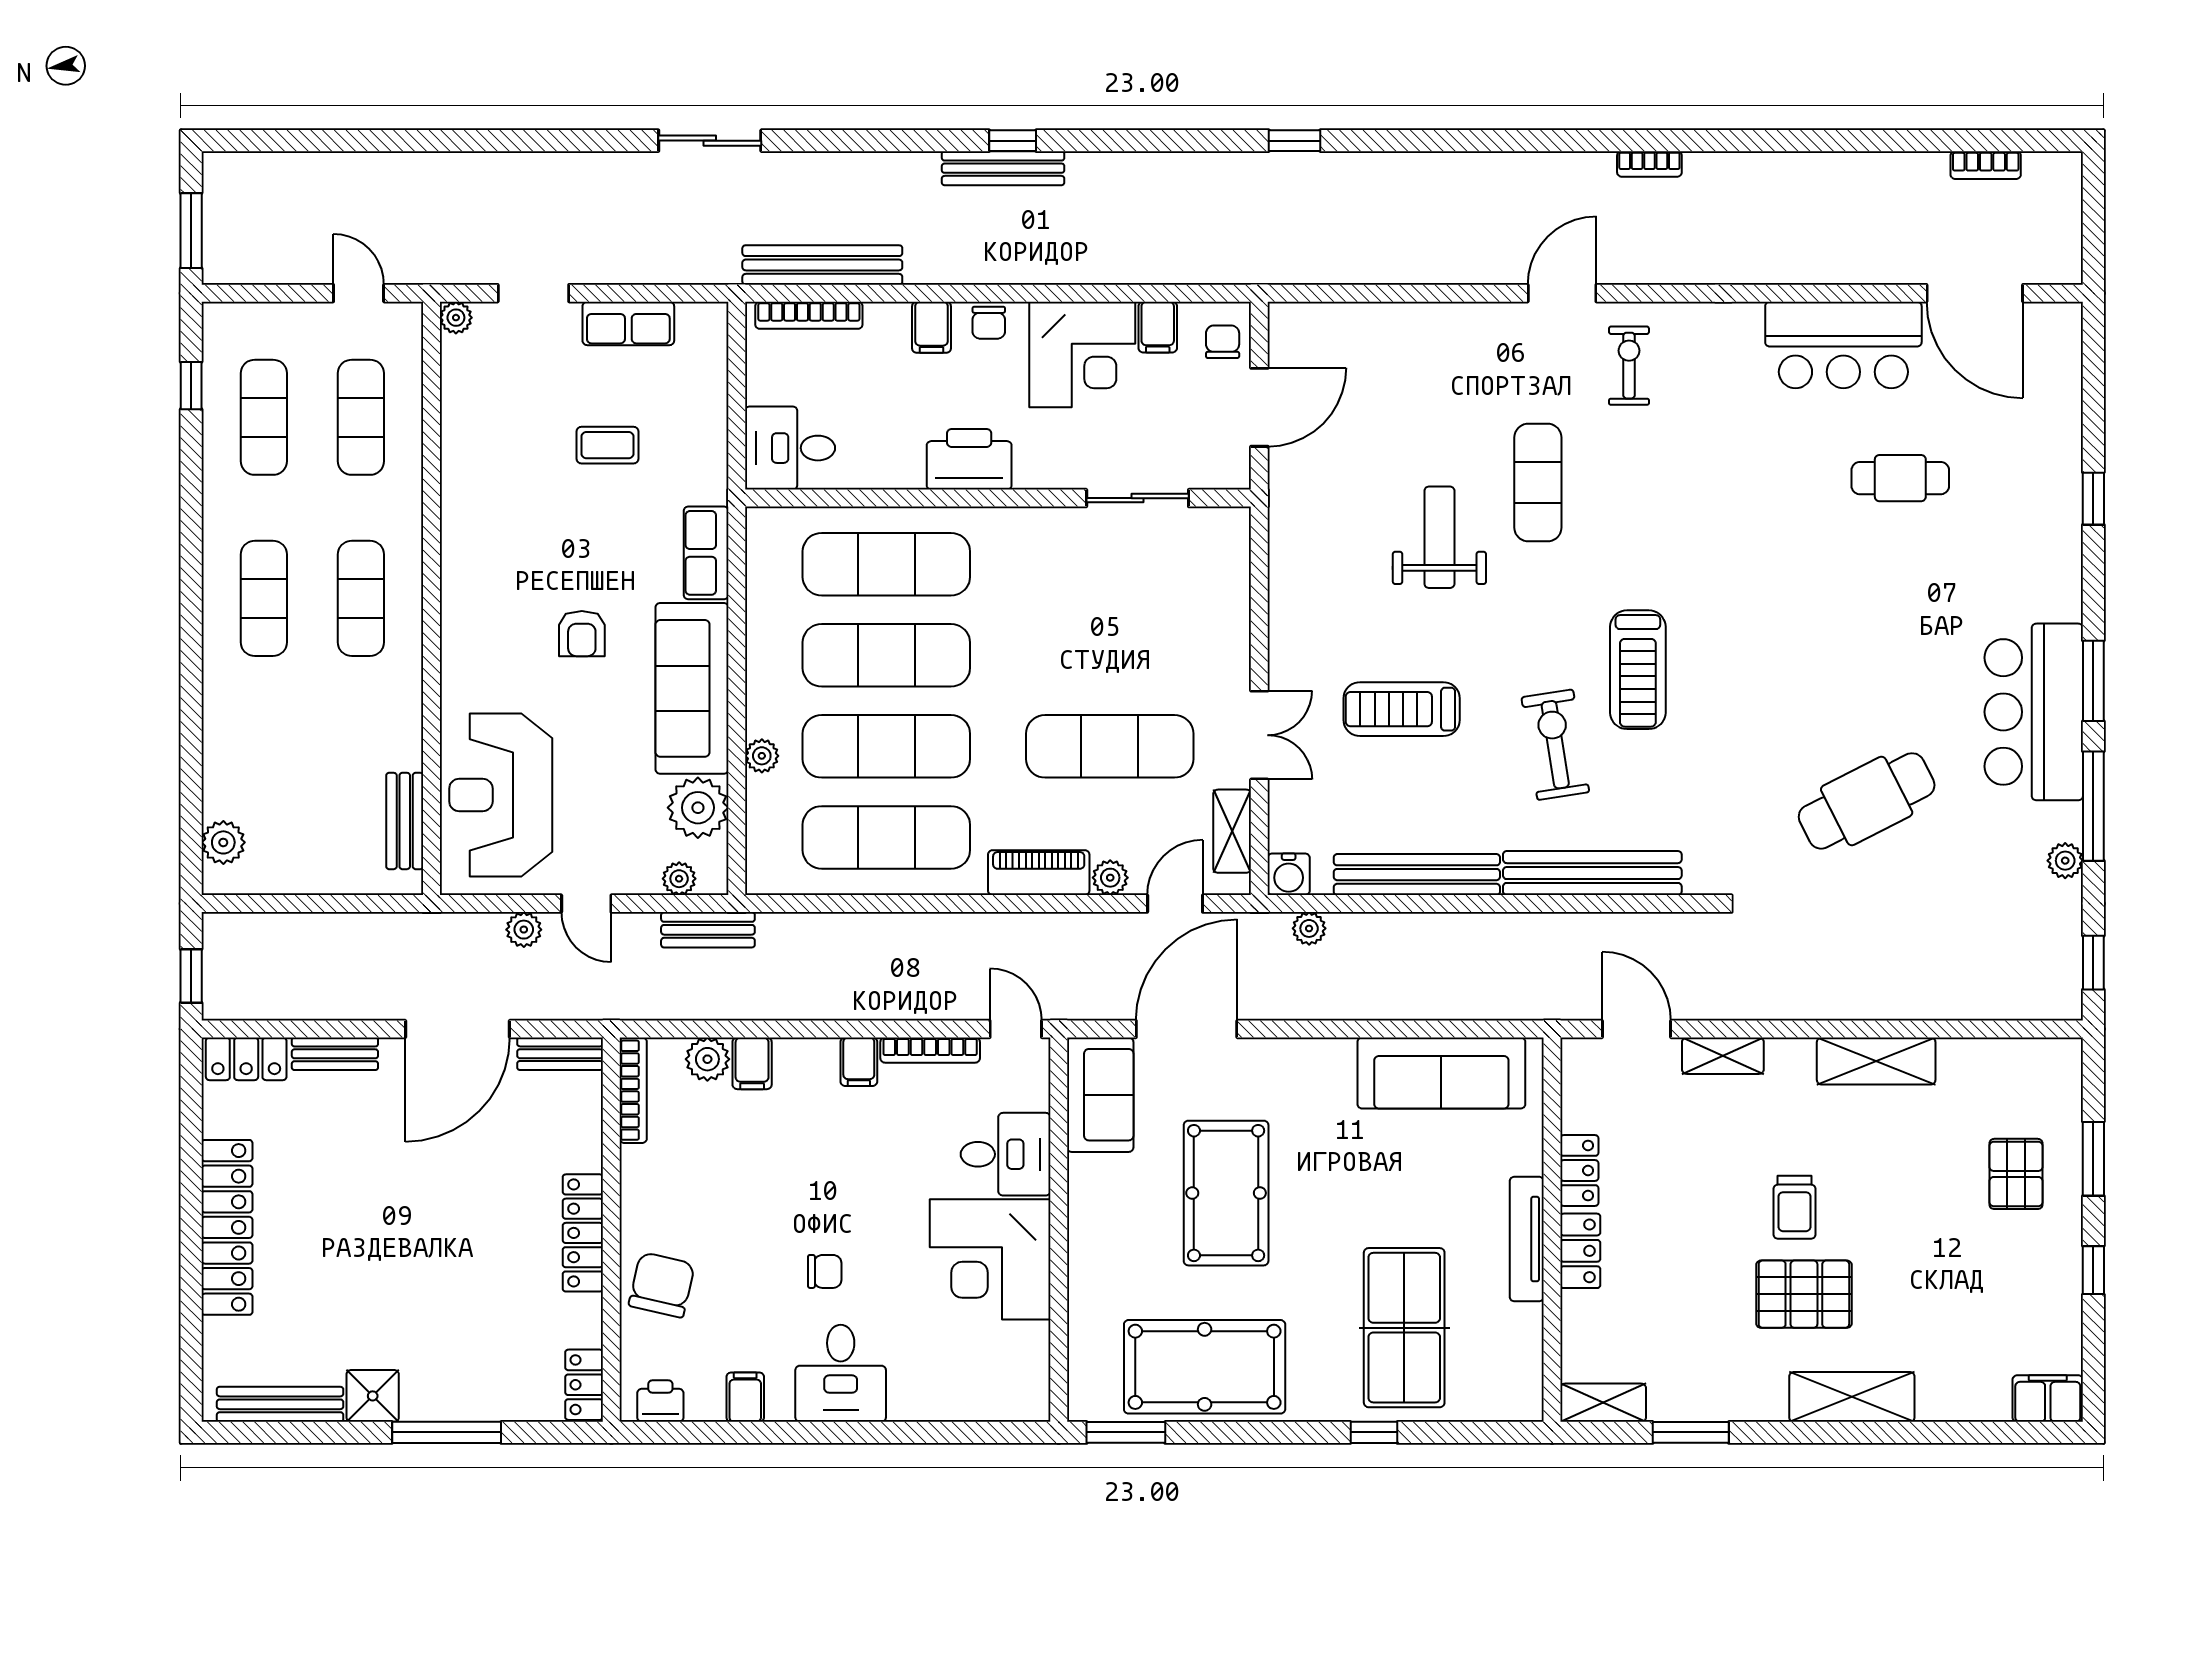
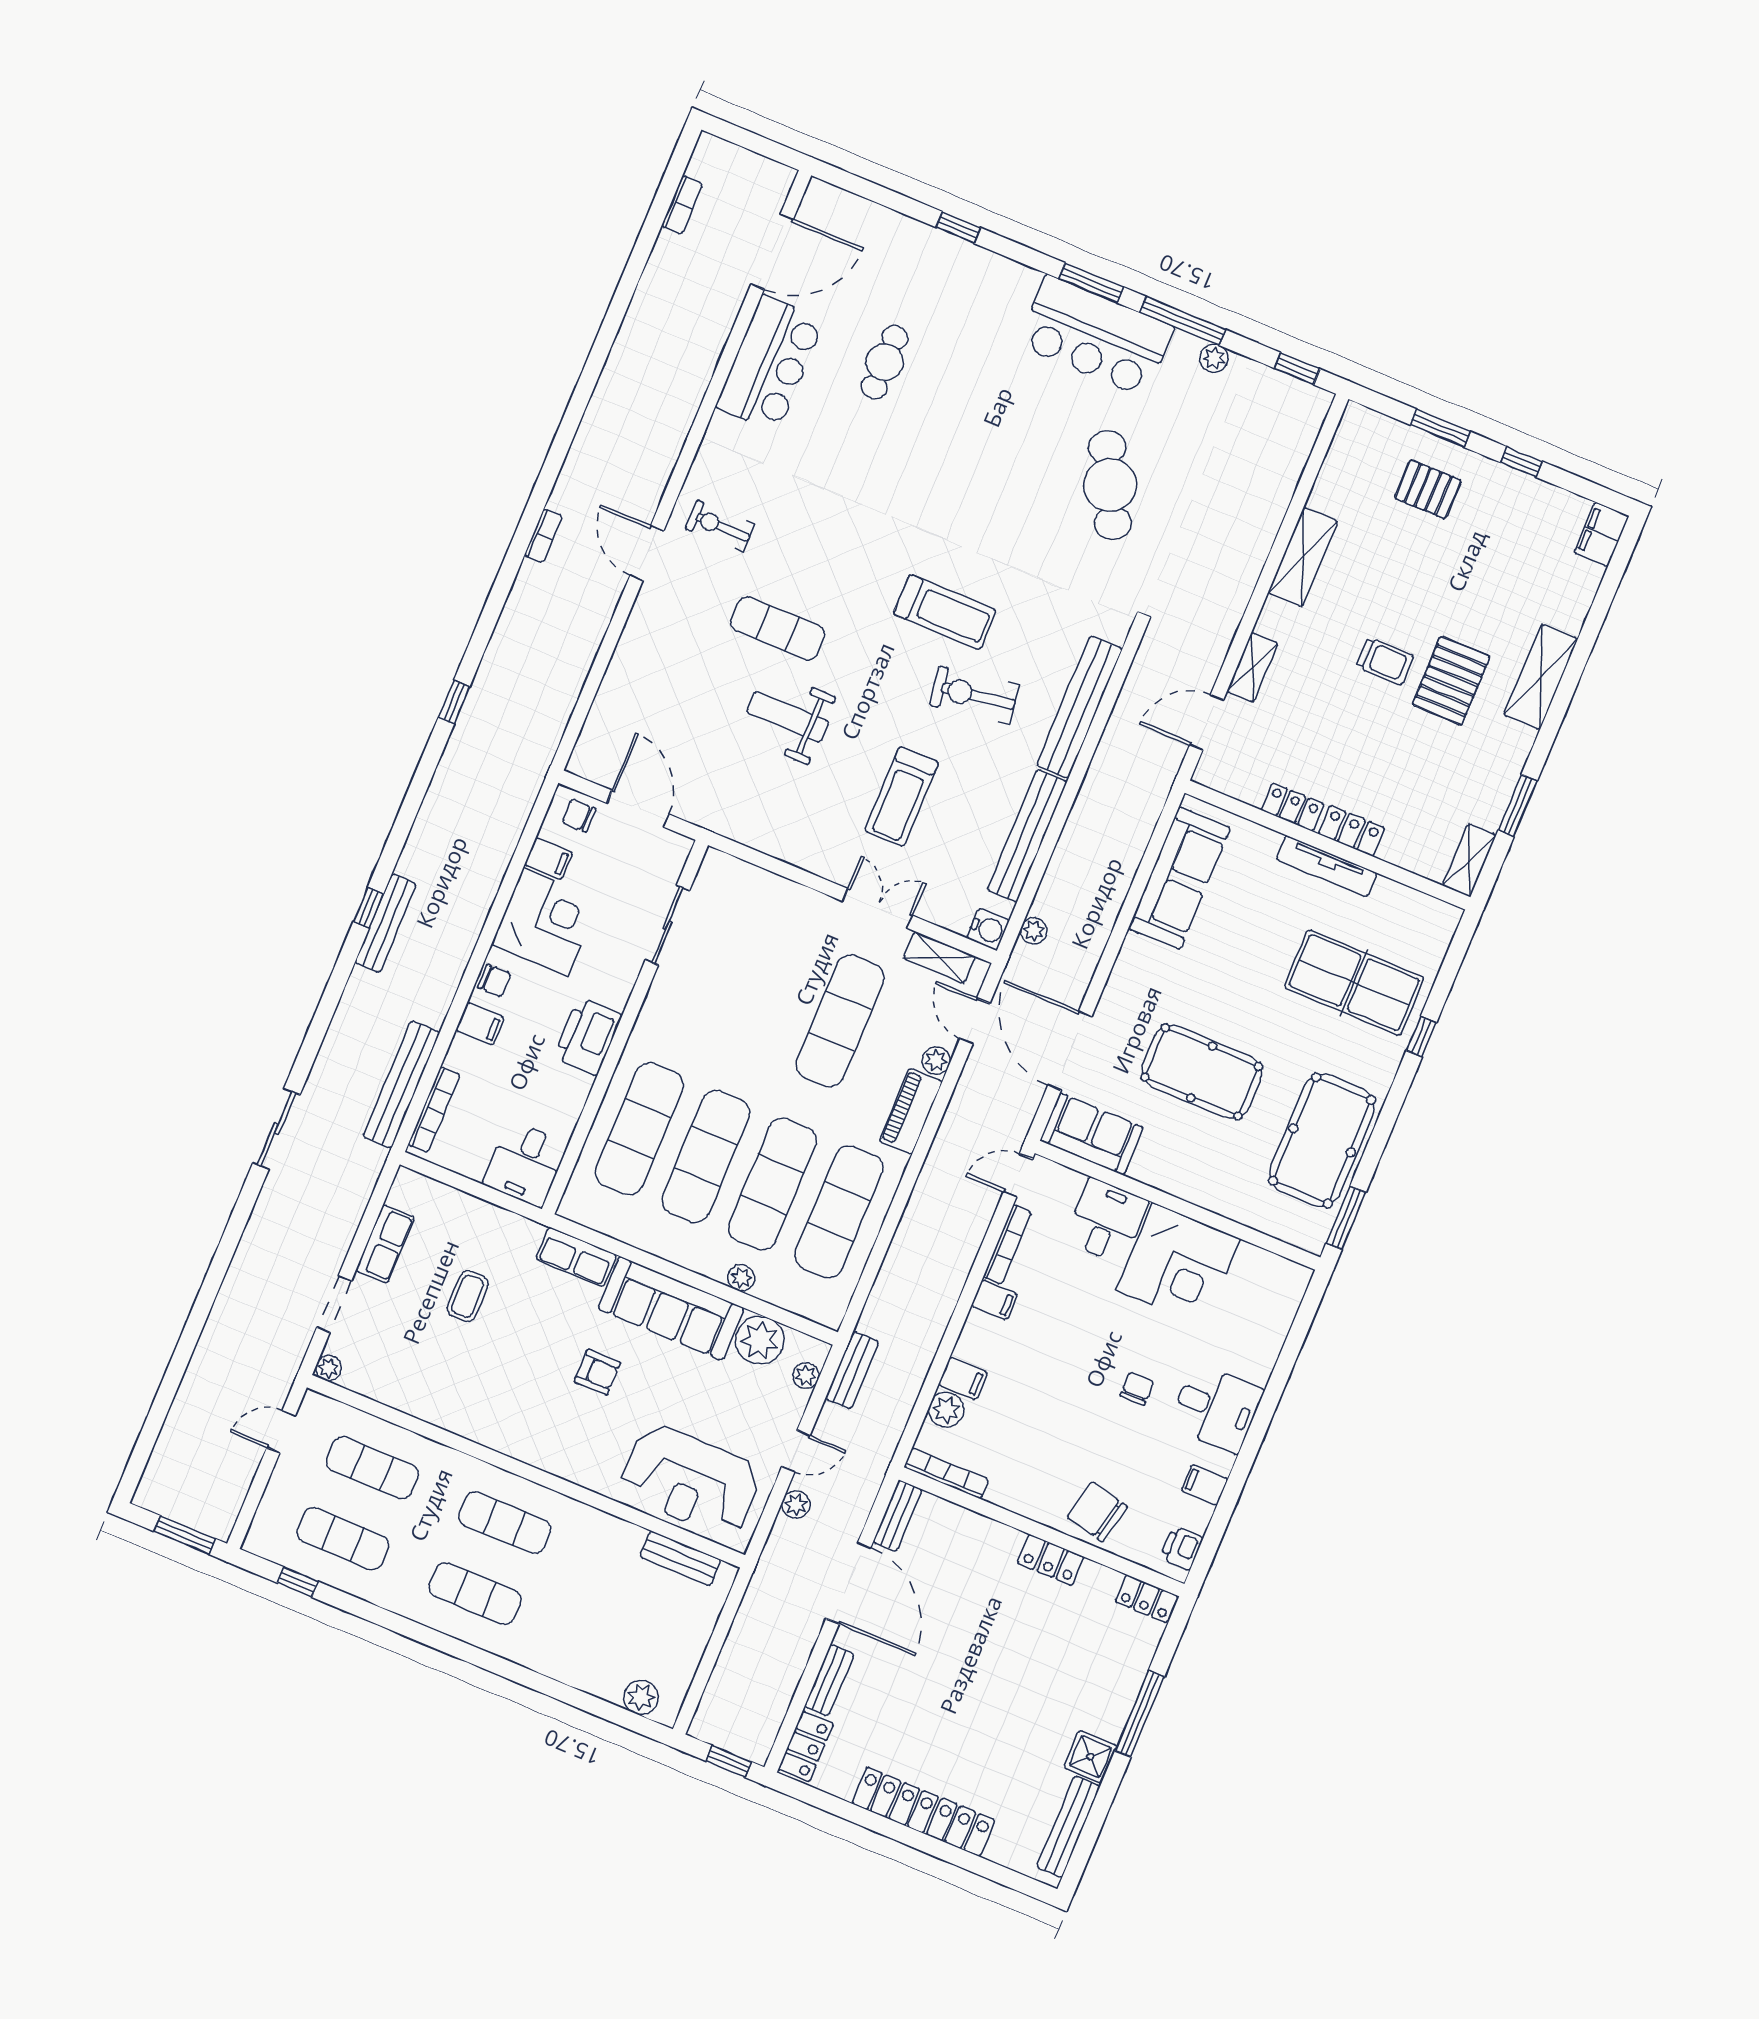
bookcase: (1649, 164) -> (543, 536), moved
locker: (583, 1233) -> (1051, 1560), width x0.66

